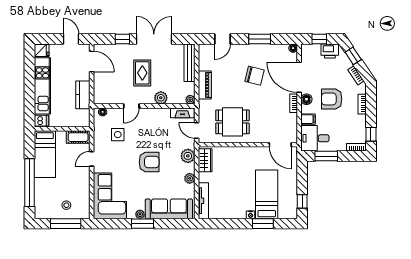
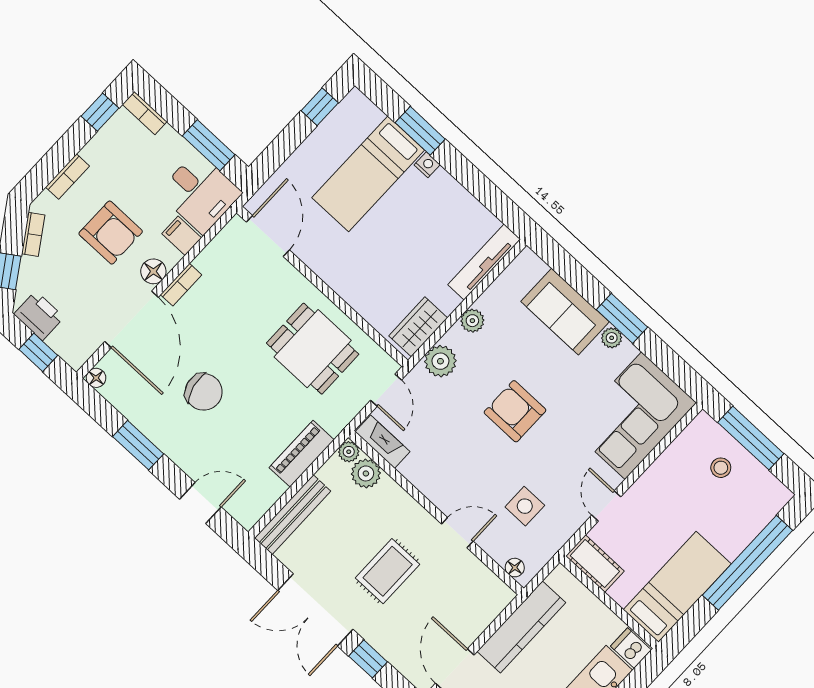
chair: (254, 76) -> (204, 392), turned 153
kitchen counter: (83, 95) -> (521, 627), width x1.50
plant: (161, 98) -> (366, 473), moved
door: (92, 159) -> (606, 506), swing flipped
sofa: (169, 209) -> (565, 312), width x0.73

